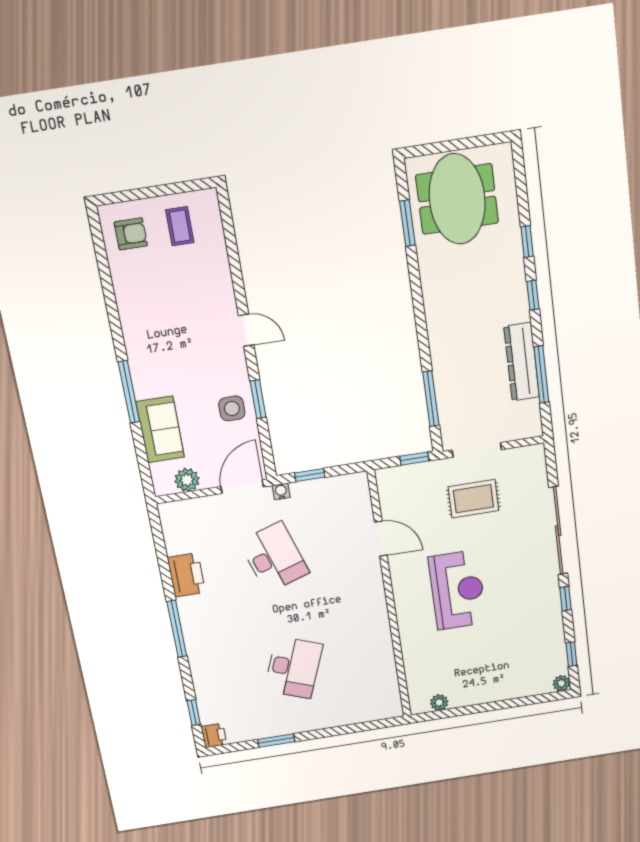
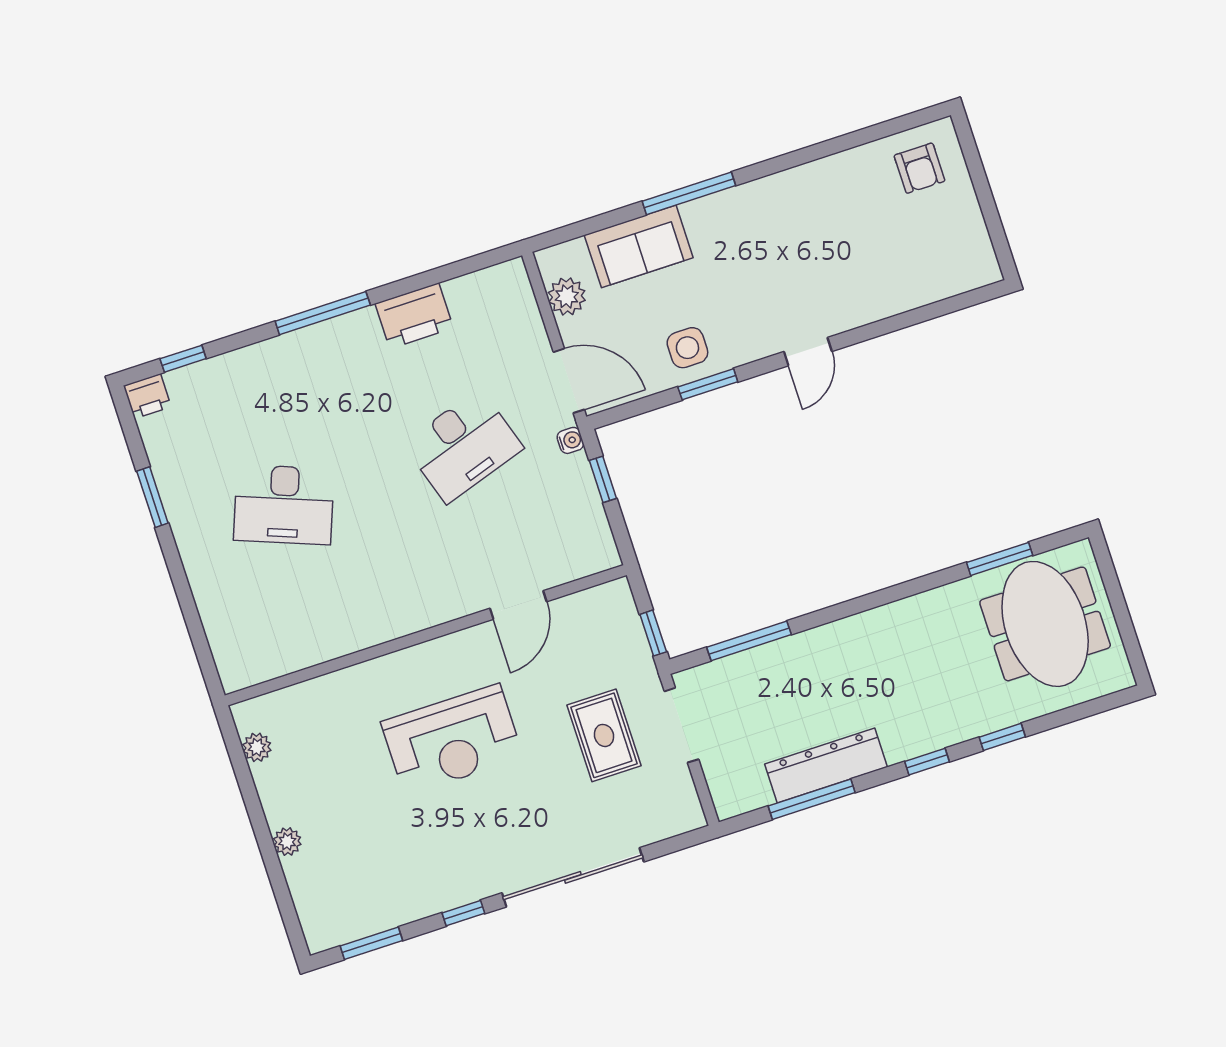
meeting table: (457, 199) -> (1045, 624), turned 90
coffee table: (180, 226) -> (942, 236), removed
window: (571, 654) -> (371, 943), width x1.50
plant: (561, 683) -> (287, 842), moved

